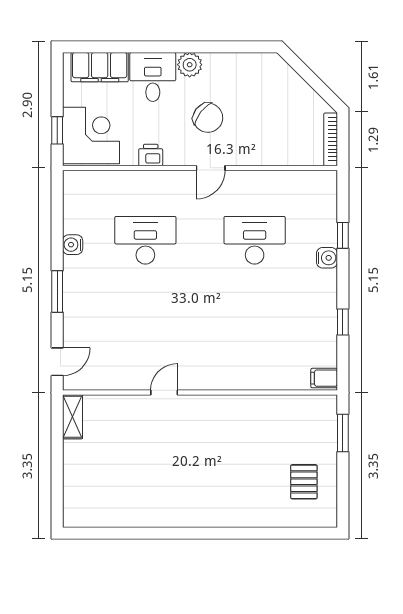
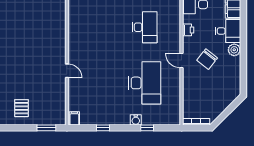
desk: (255, 240) -> (145, 83), width x1.36, depth x1.30
door: (164, 393) -> (67, 71), moved
pallet: (304, 482) -> (21, 108), turned 90

